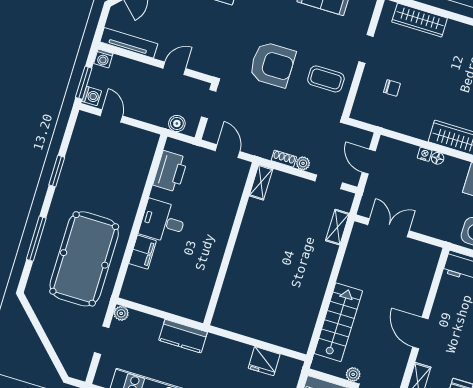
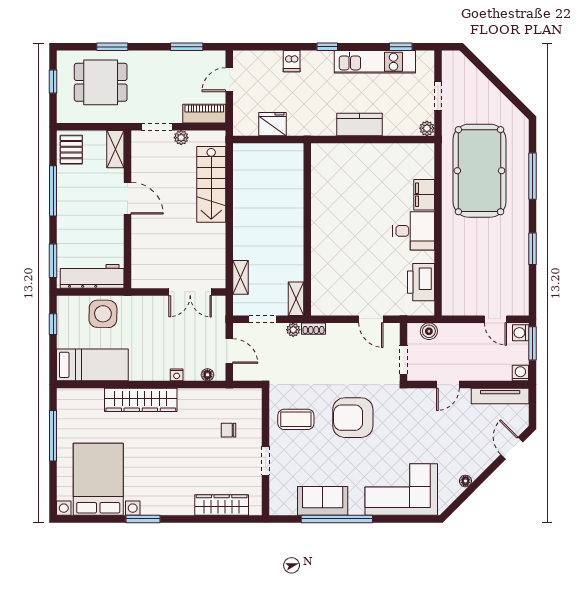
floor lamp: (438, 158) -> (207, 375), moved
shelving: (261, 182) -> (296, 299), moved
wall: (231, 244) -> (307, 229), moved

